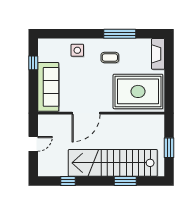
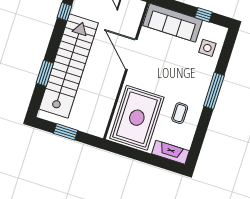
window: (120, 34) -> (214, 91), moved
side table: (77, 50) -> (207, 48), moved
coffee table: (110, 57) -> (180, 113), moved

